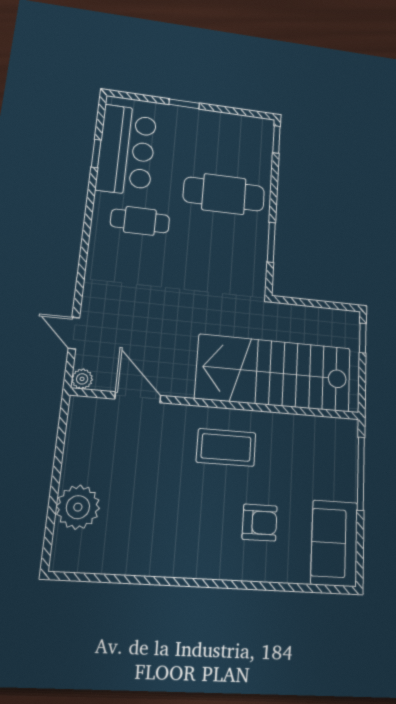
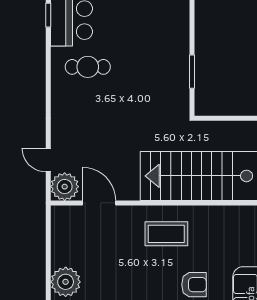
cafe table: (224, 194) -> (152, 36), removed
plant: (82, 379) -> (65, 187), width x1.88, depth x1.88

